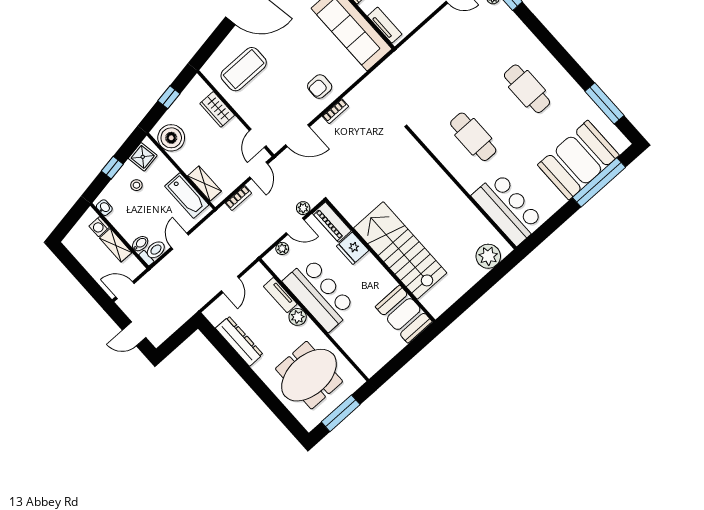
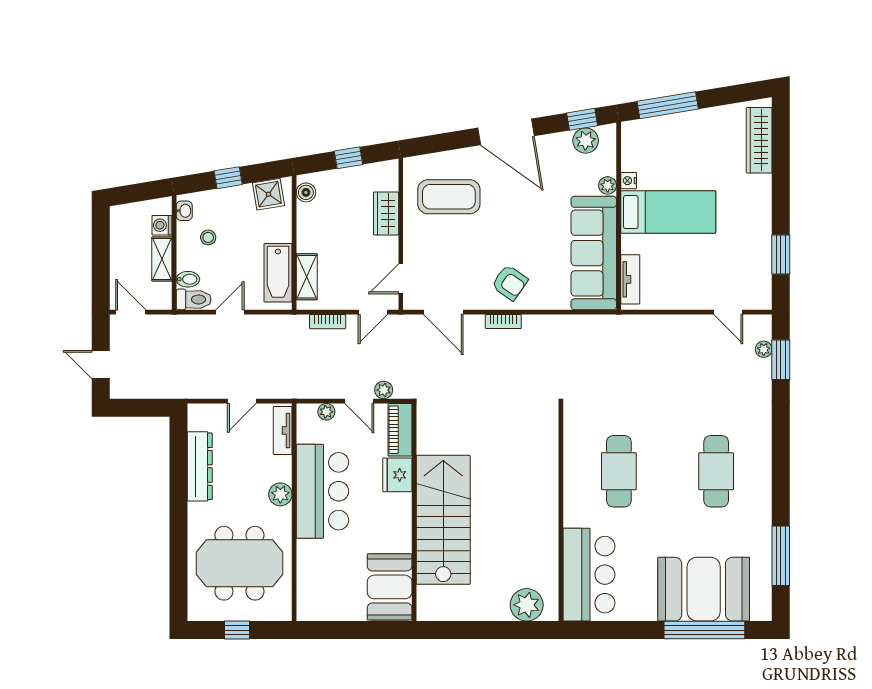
armchair: (320, 87) -> (510, 283), turned -145
boiler: (171, 138) -> (306, 192), width x0.54, depth x0.54
stool: (136, 185) -> (208, 237), moved
tv unit: (280, 295) -> (283, 431), moved
window: (341, 413) -> (237, 630), width x0.46

